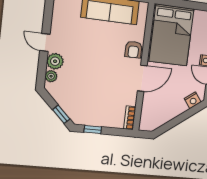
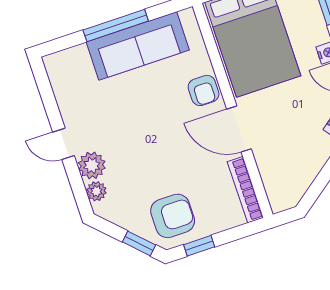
door: (142, 78) -> (239, 129), swing flipped
armchair: (86, 108) -> (173, 216), added
bookcase: (130, 118) -> (245, 190), width x1.56

